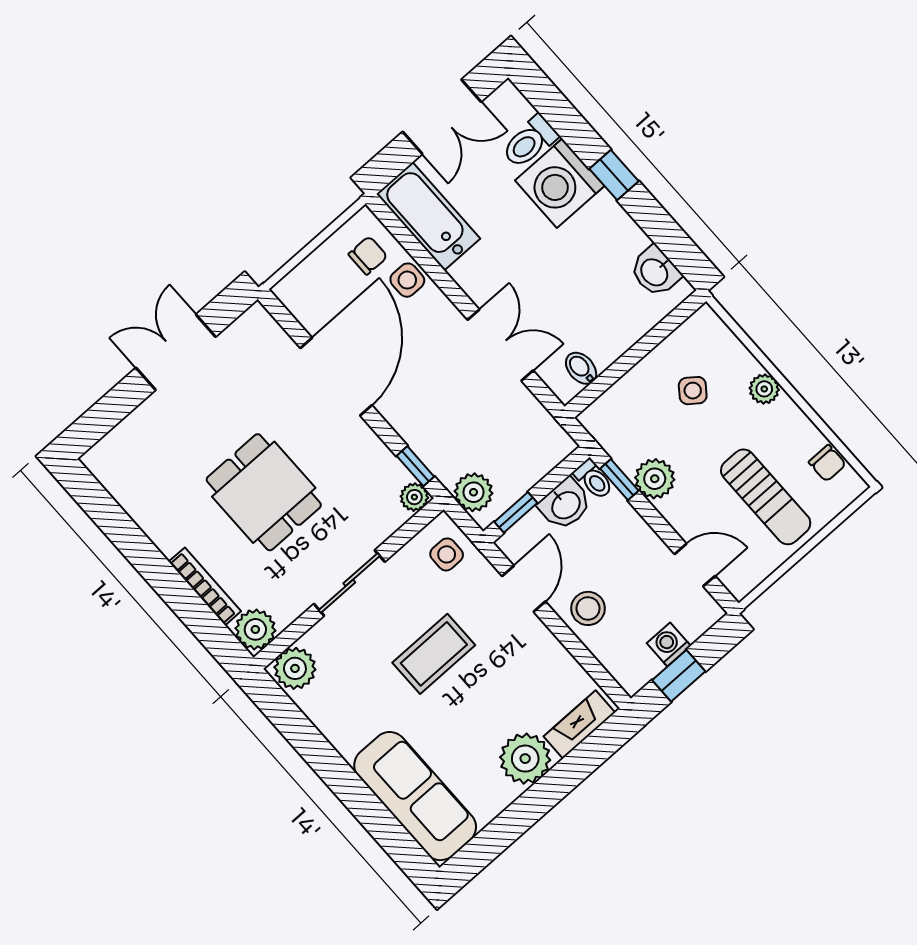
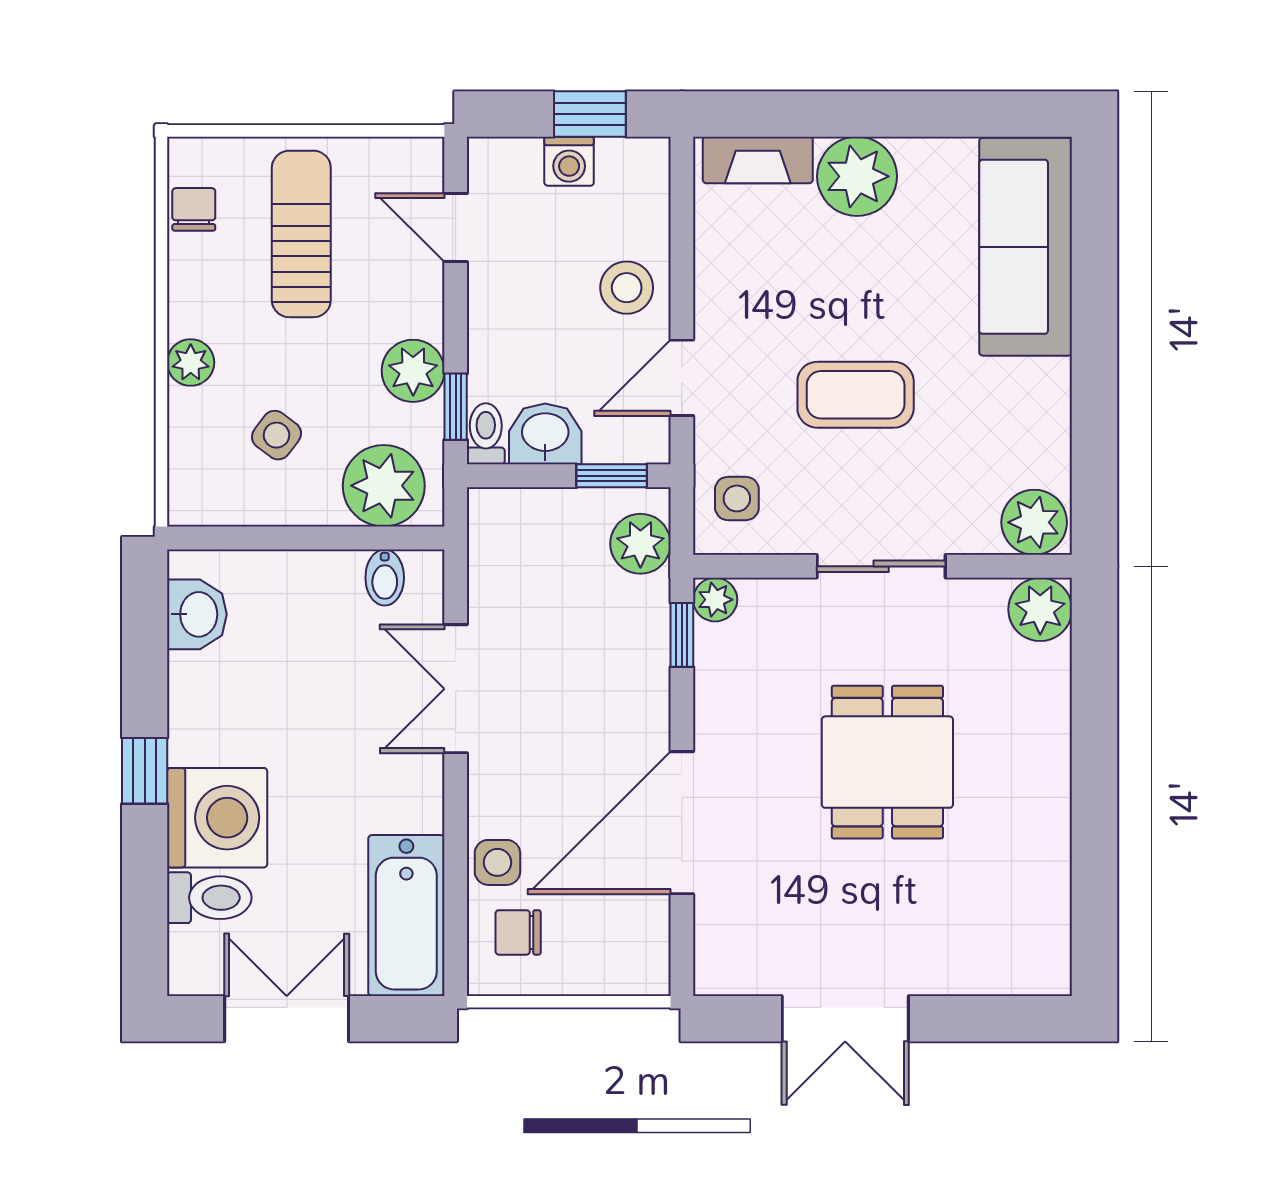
plant: (620, 412) -> (384, 486), added
bookcase: (205, 586) -> (1055, 713), removed

